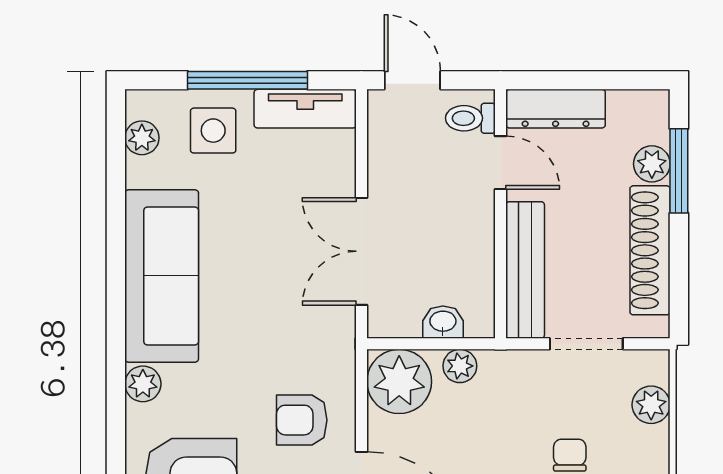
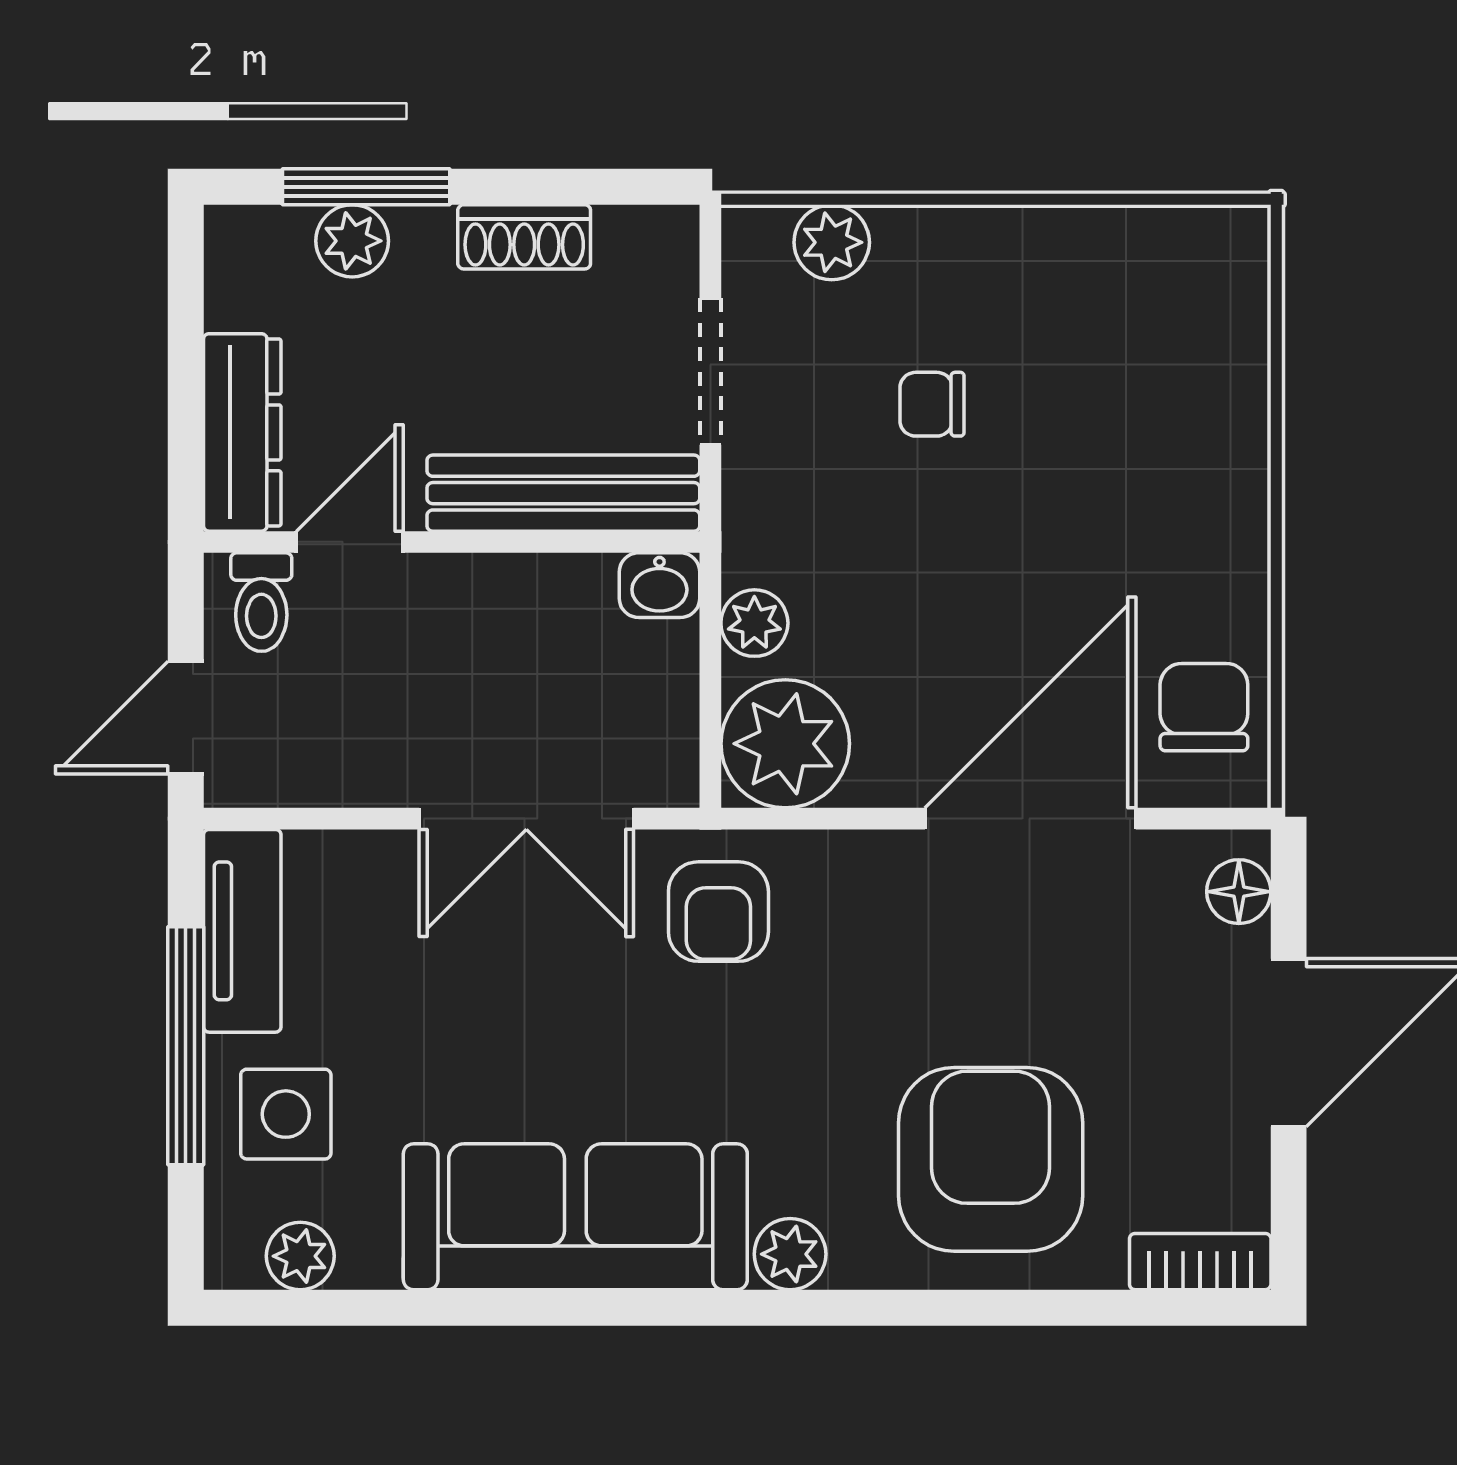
shoe rack: (650, 250) -> (524, 237), width x0.51, depth x0.81
washbasin: (443, 322) -> (659, 585), moved, turned -90
armchair: (302, 420) -> (718, 912), moved

